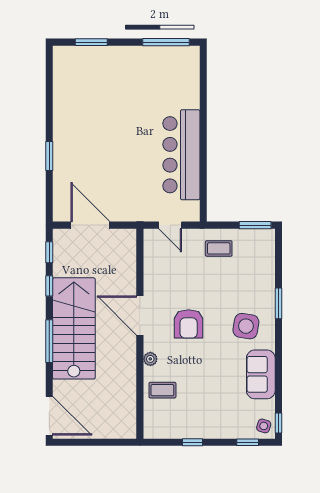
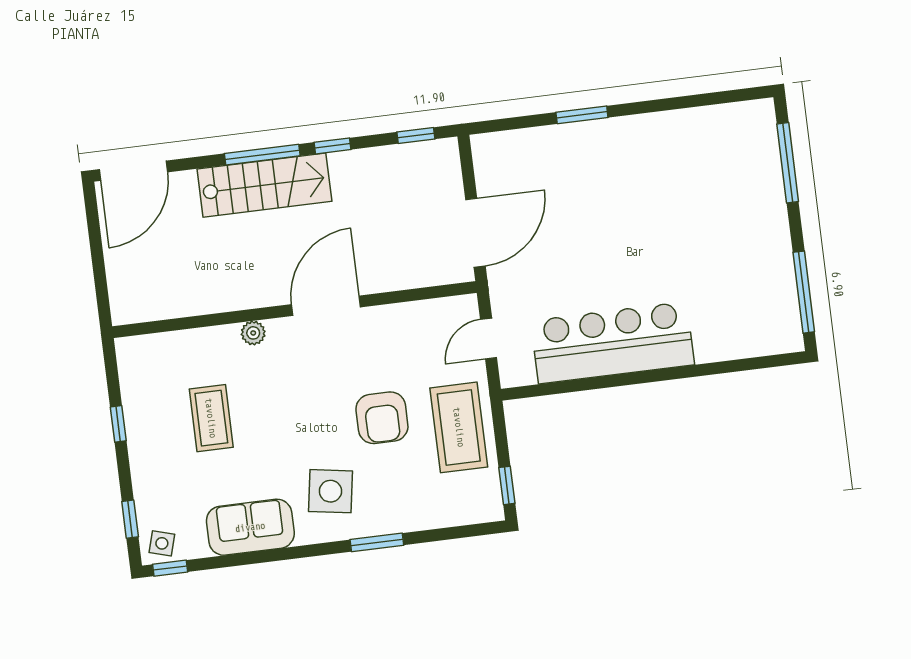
window: (91, 42) -> (788, 163), width x1.44
door: (90, 225) -> (475, 233), moved
window: (255, 225) -> (507, 485), width x0.67
coffee table: (219, 248) -> (459, 427), width x1.86, depth x1.72
window: (49, 286) -> (333, 146), moved
armchair: (189, 324) -> (382, 418), moved, turned -90
stairs: (74, 328) -> (264, 185), width x0.73, depth x0.66
coffee table: (162, 390) -> (211, 418), moved, width x1.36, depth x1.30

